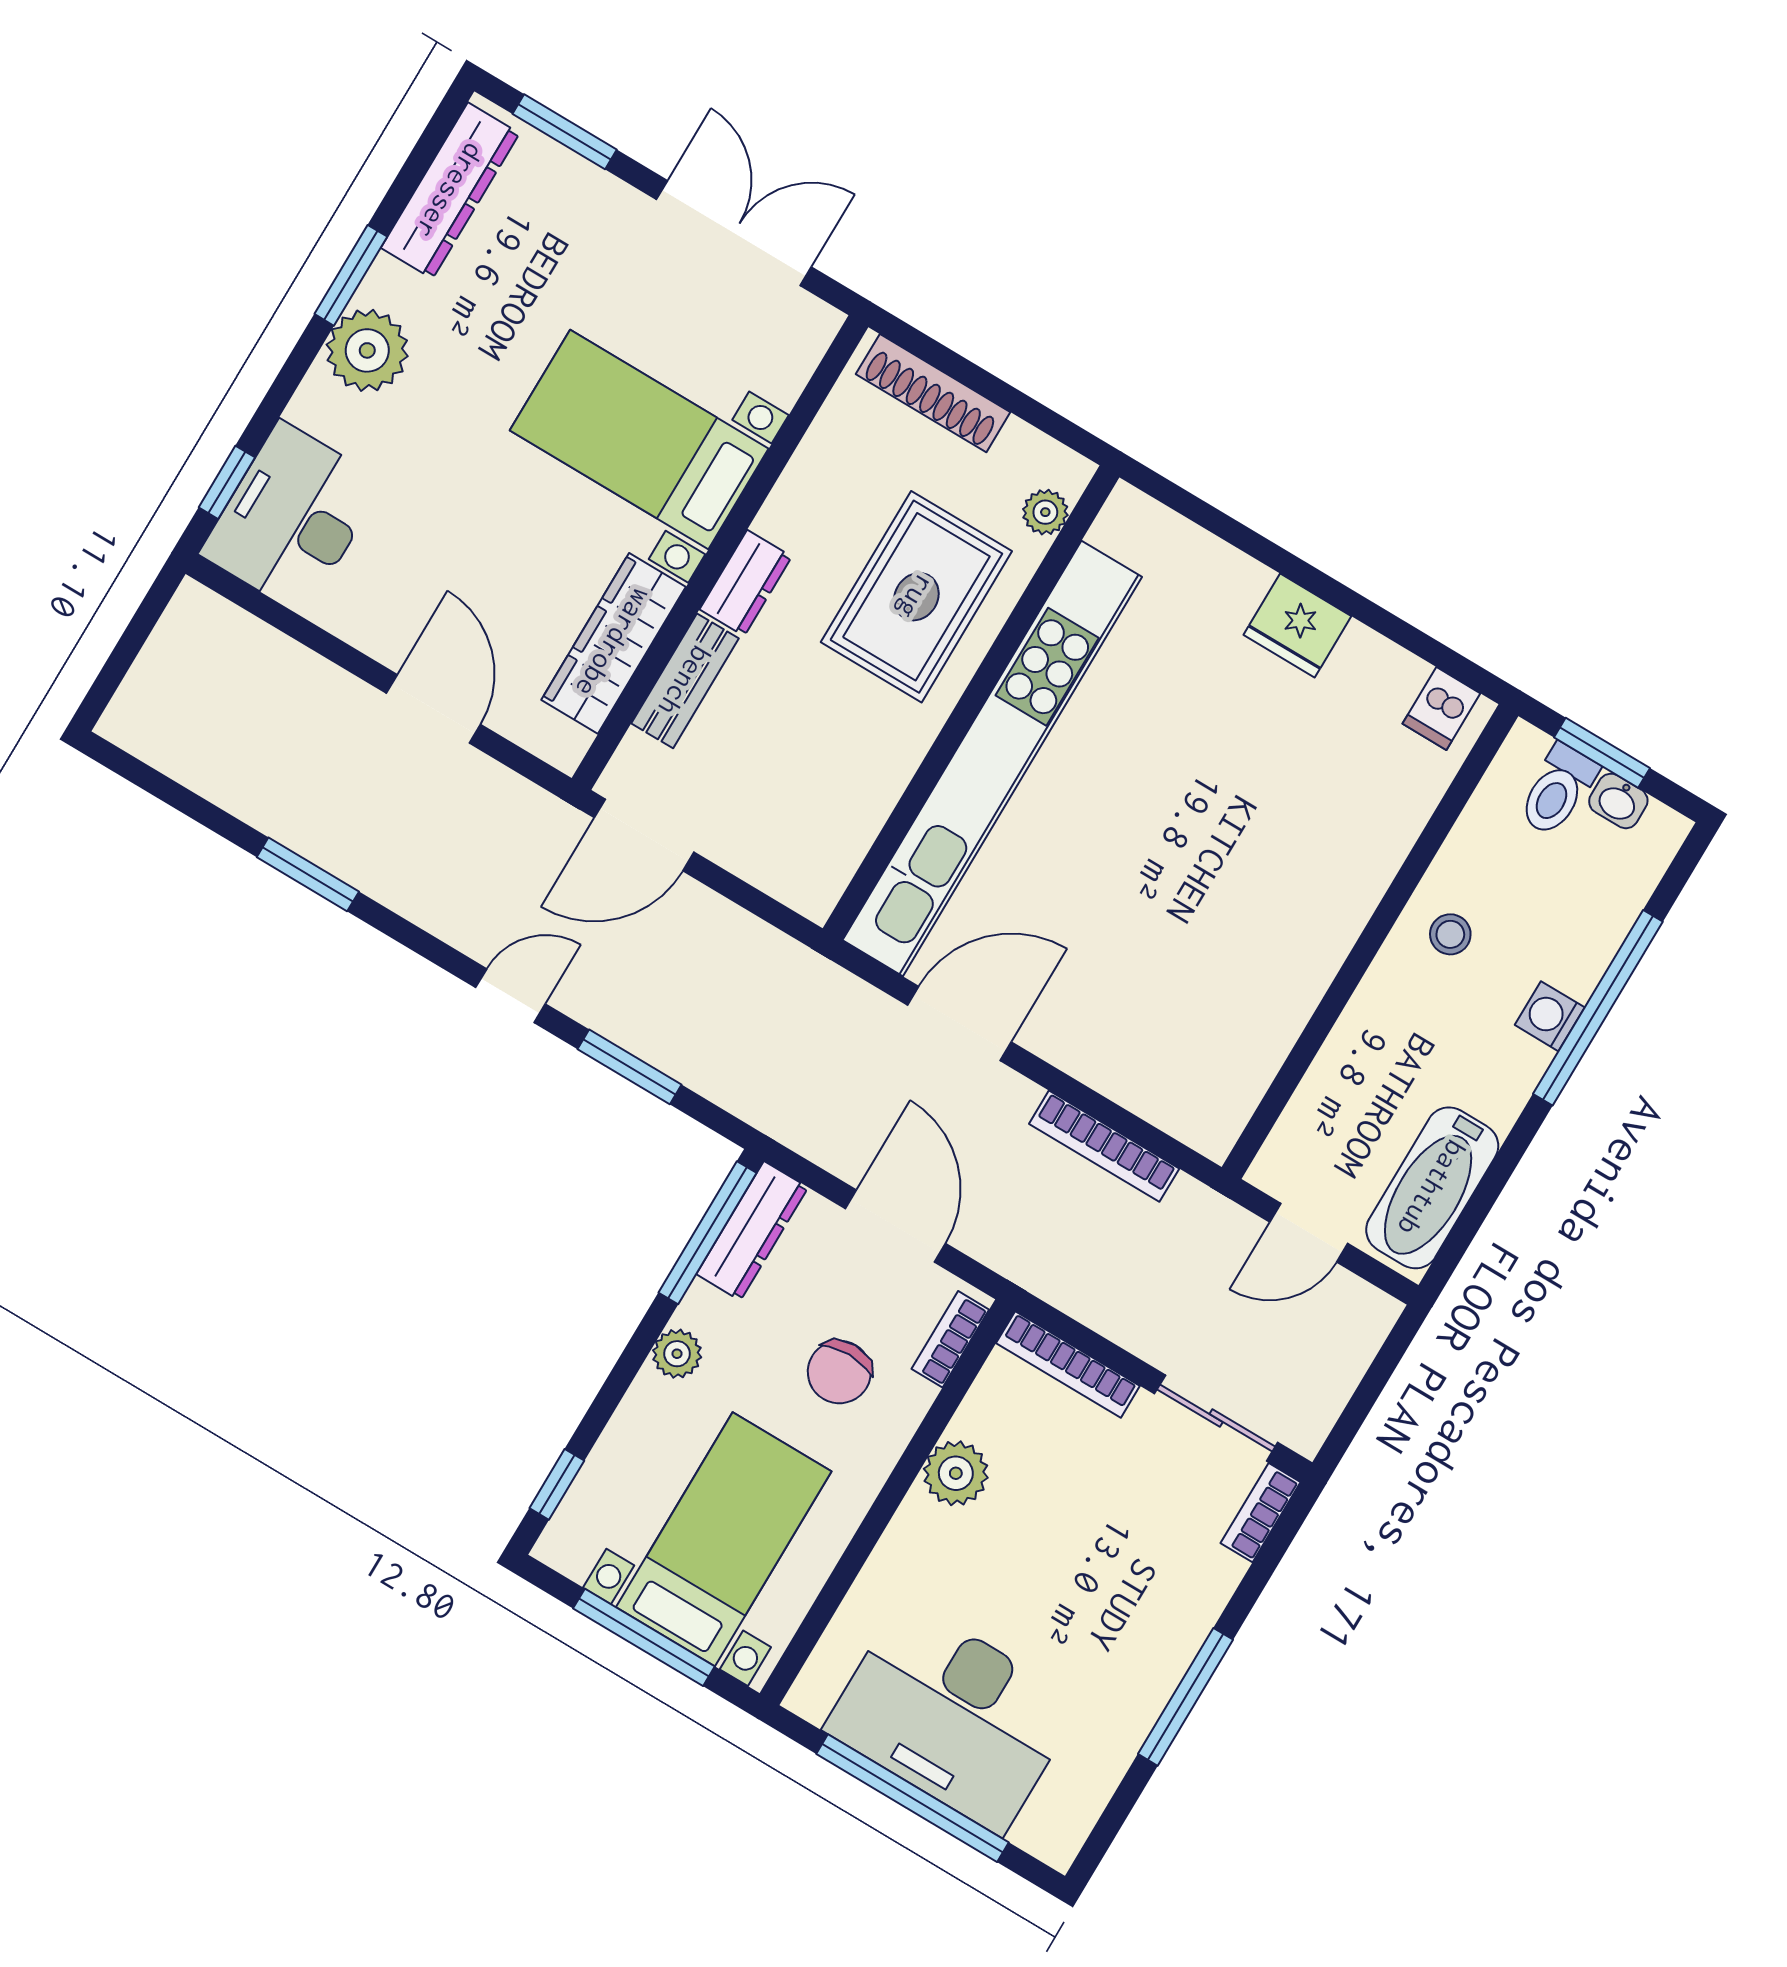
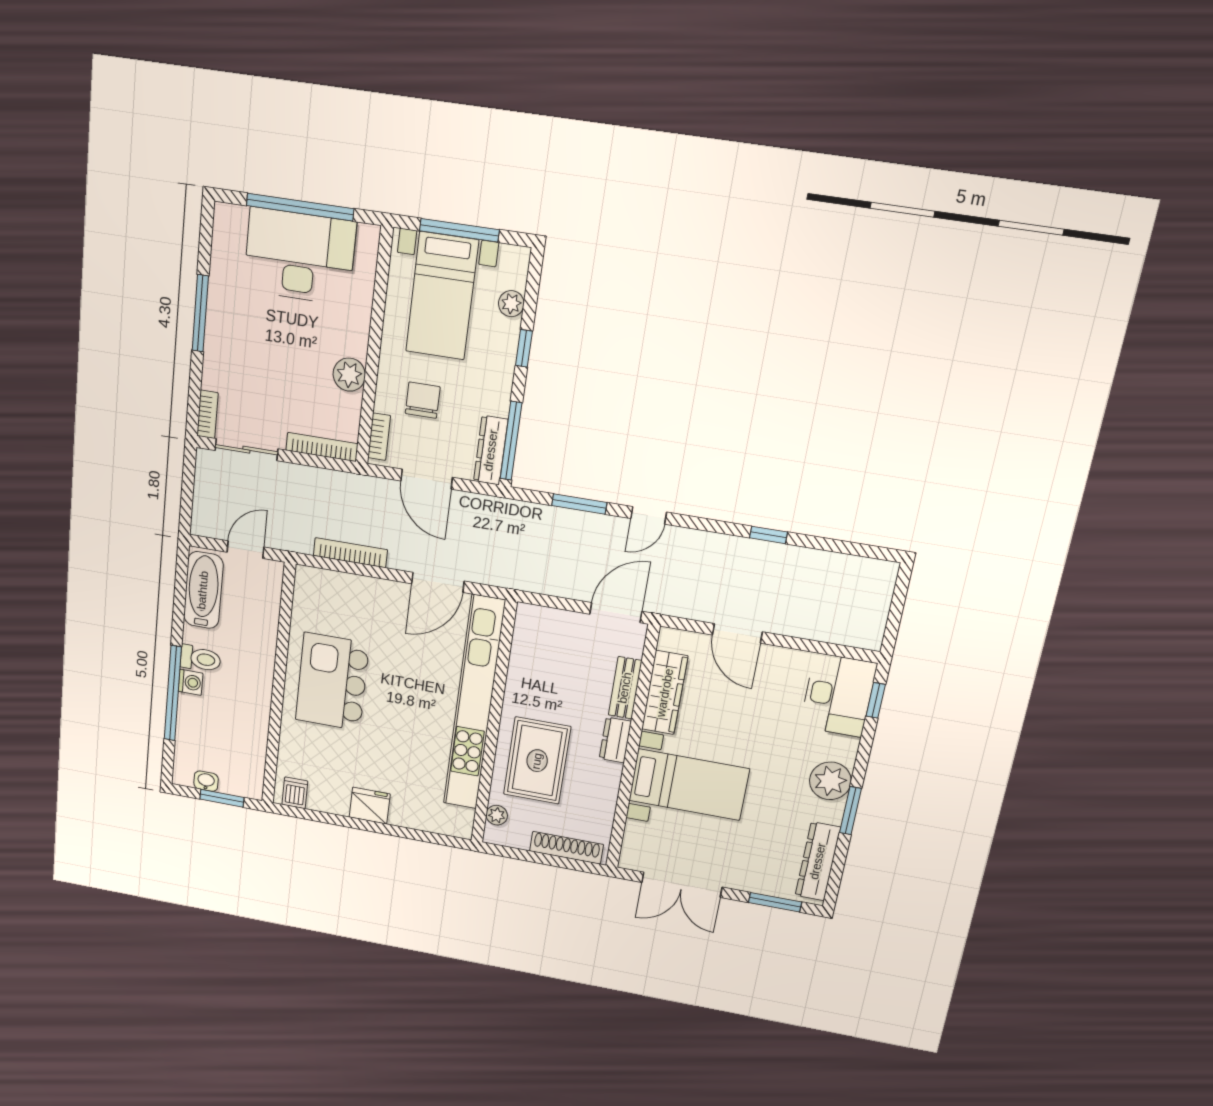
toilet: (1558, 790) -> (200, 659), moved, turned 90
window: (308, 874) -> (768, 535), width x0.67
kitchen island: (1257, 908) -> (332, 682), added
stool: (1450, 934) -> (247, 701), removed
plant: (677, 1354) -> (511, 304), moved
window: (557, 1484) -> (524, 348), moved

